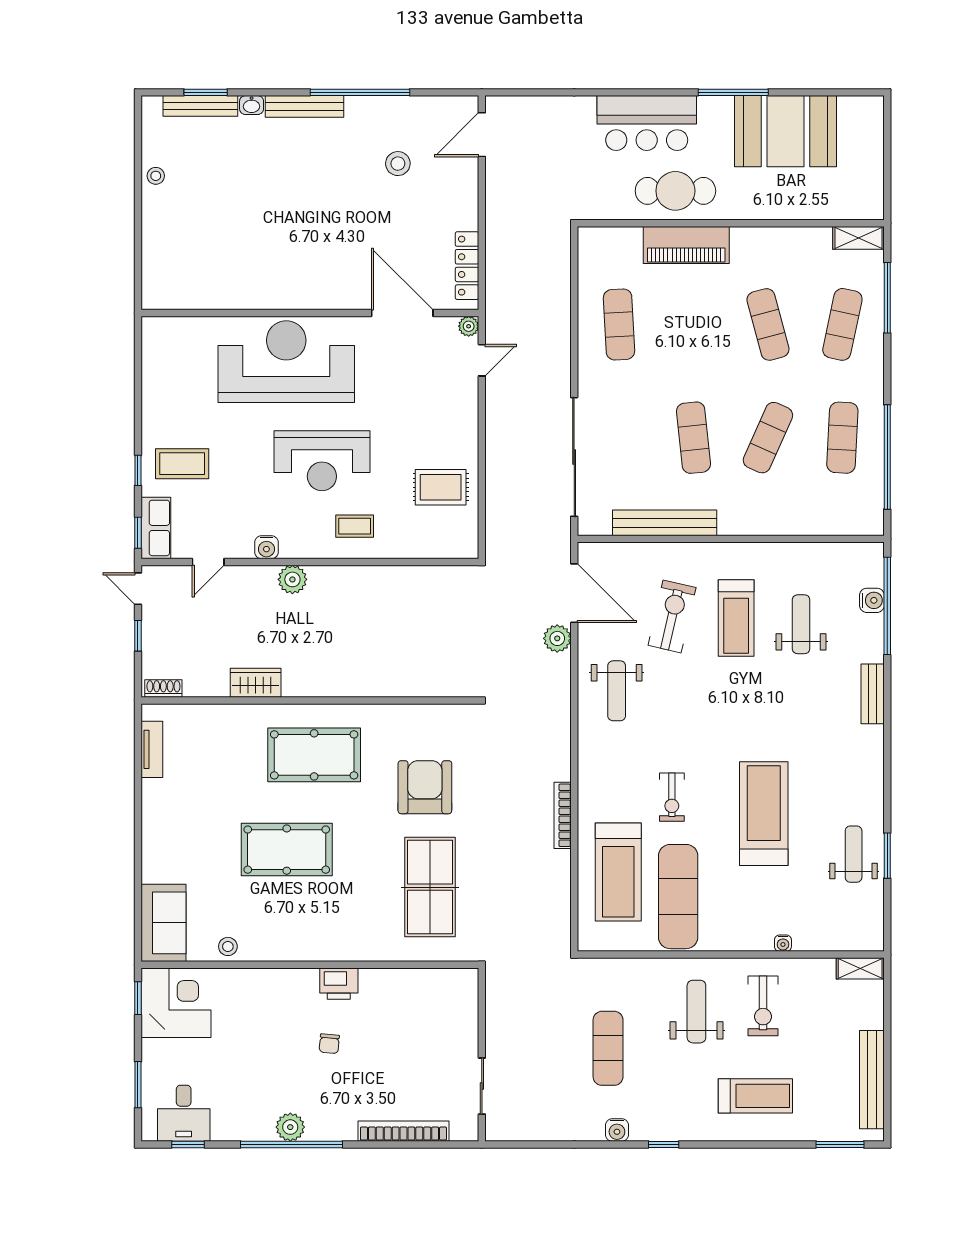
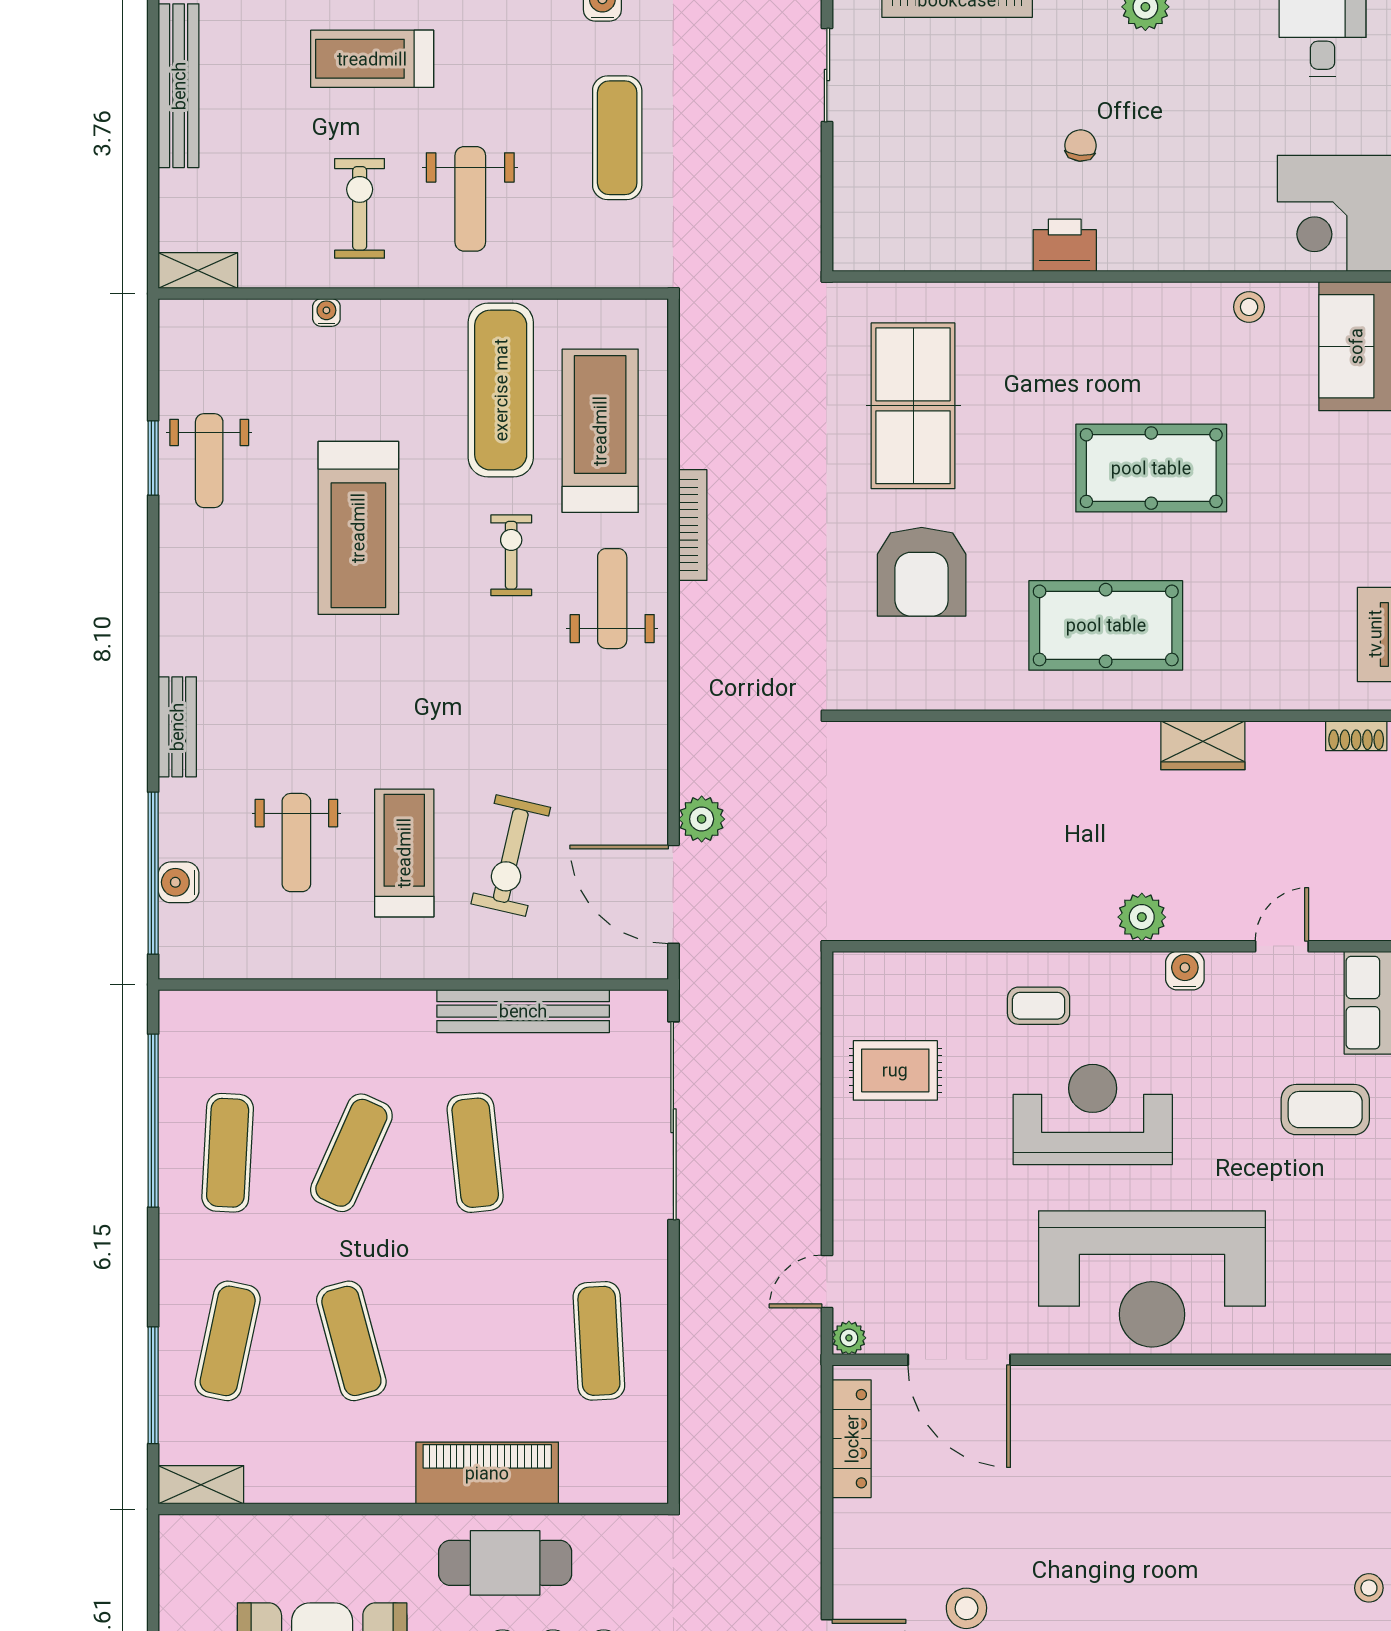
weight bench: (617, 691) -> (612, 599), moved

